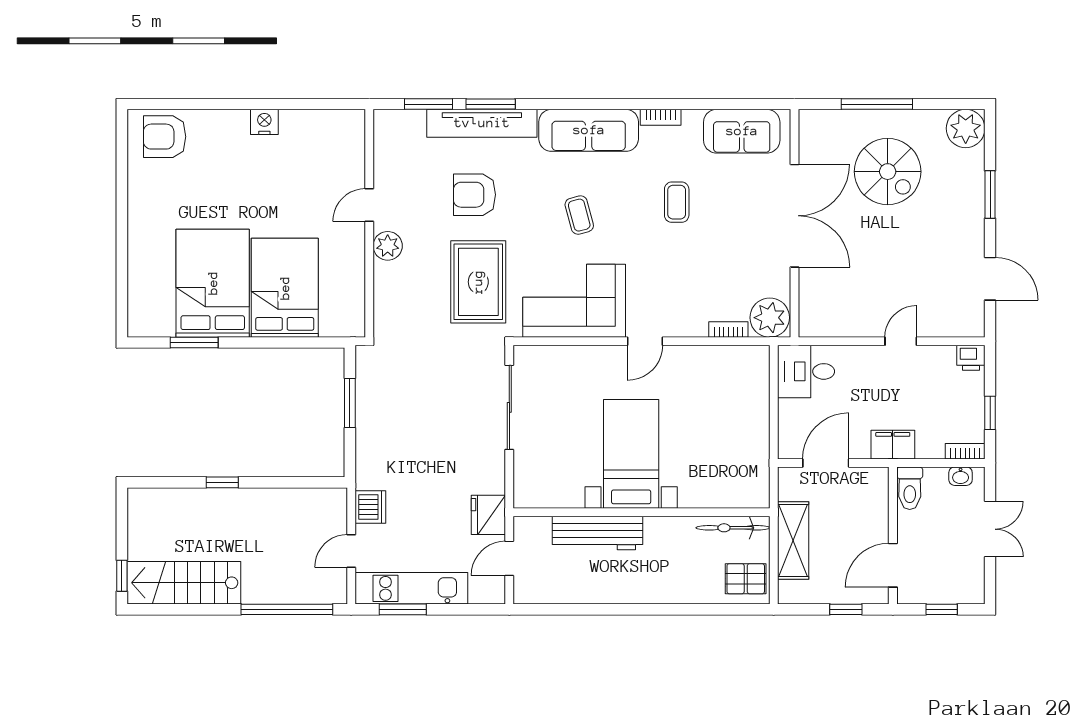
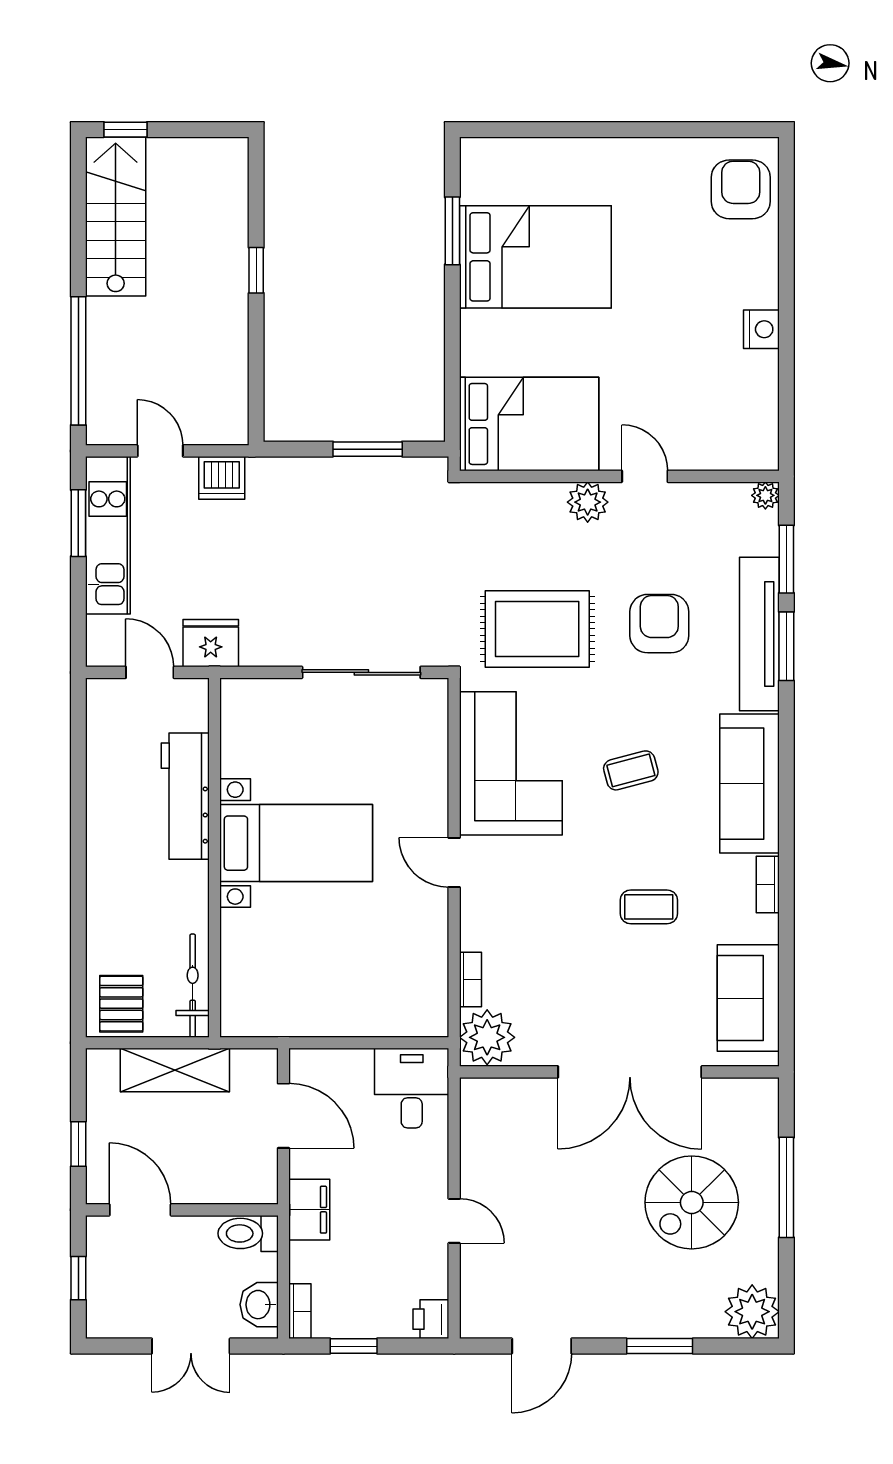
plant: (383, 119) -> (765, 495), added
bed: (285, 288) -> (529, 424), moved
washbasin: (961, 476) -> (259, 1305), width x1.38, depth x1.45

